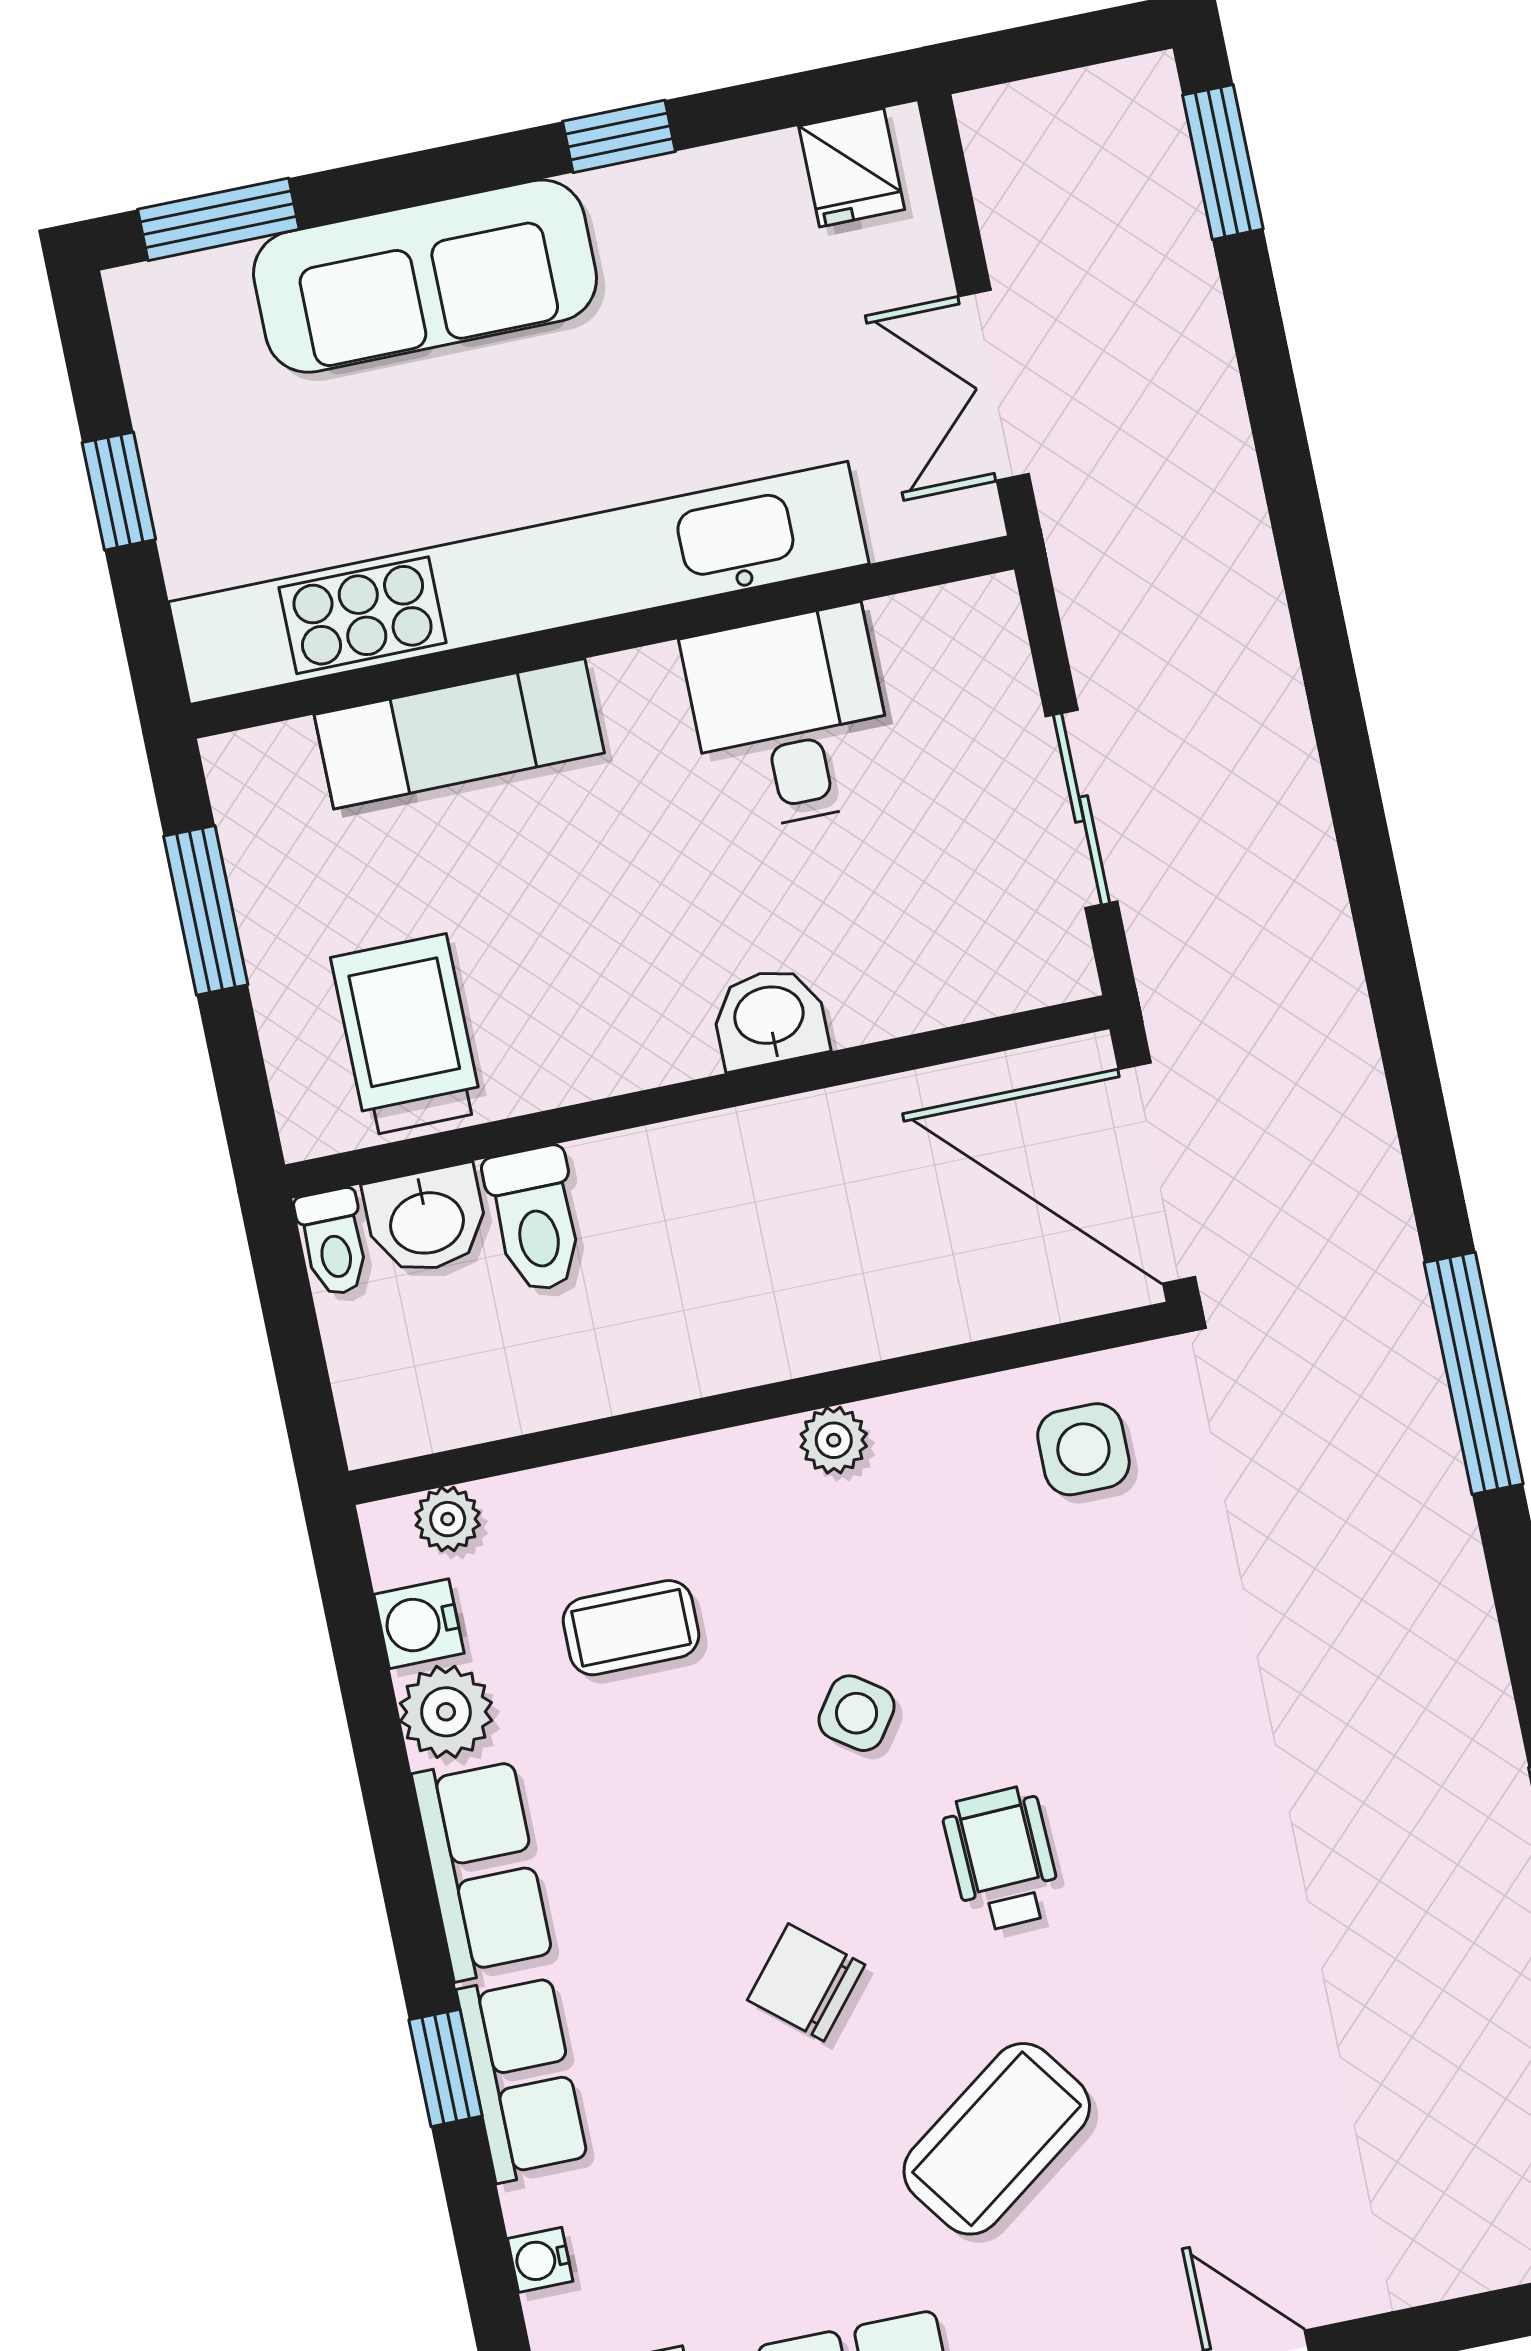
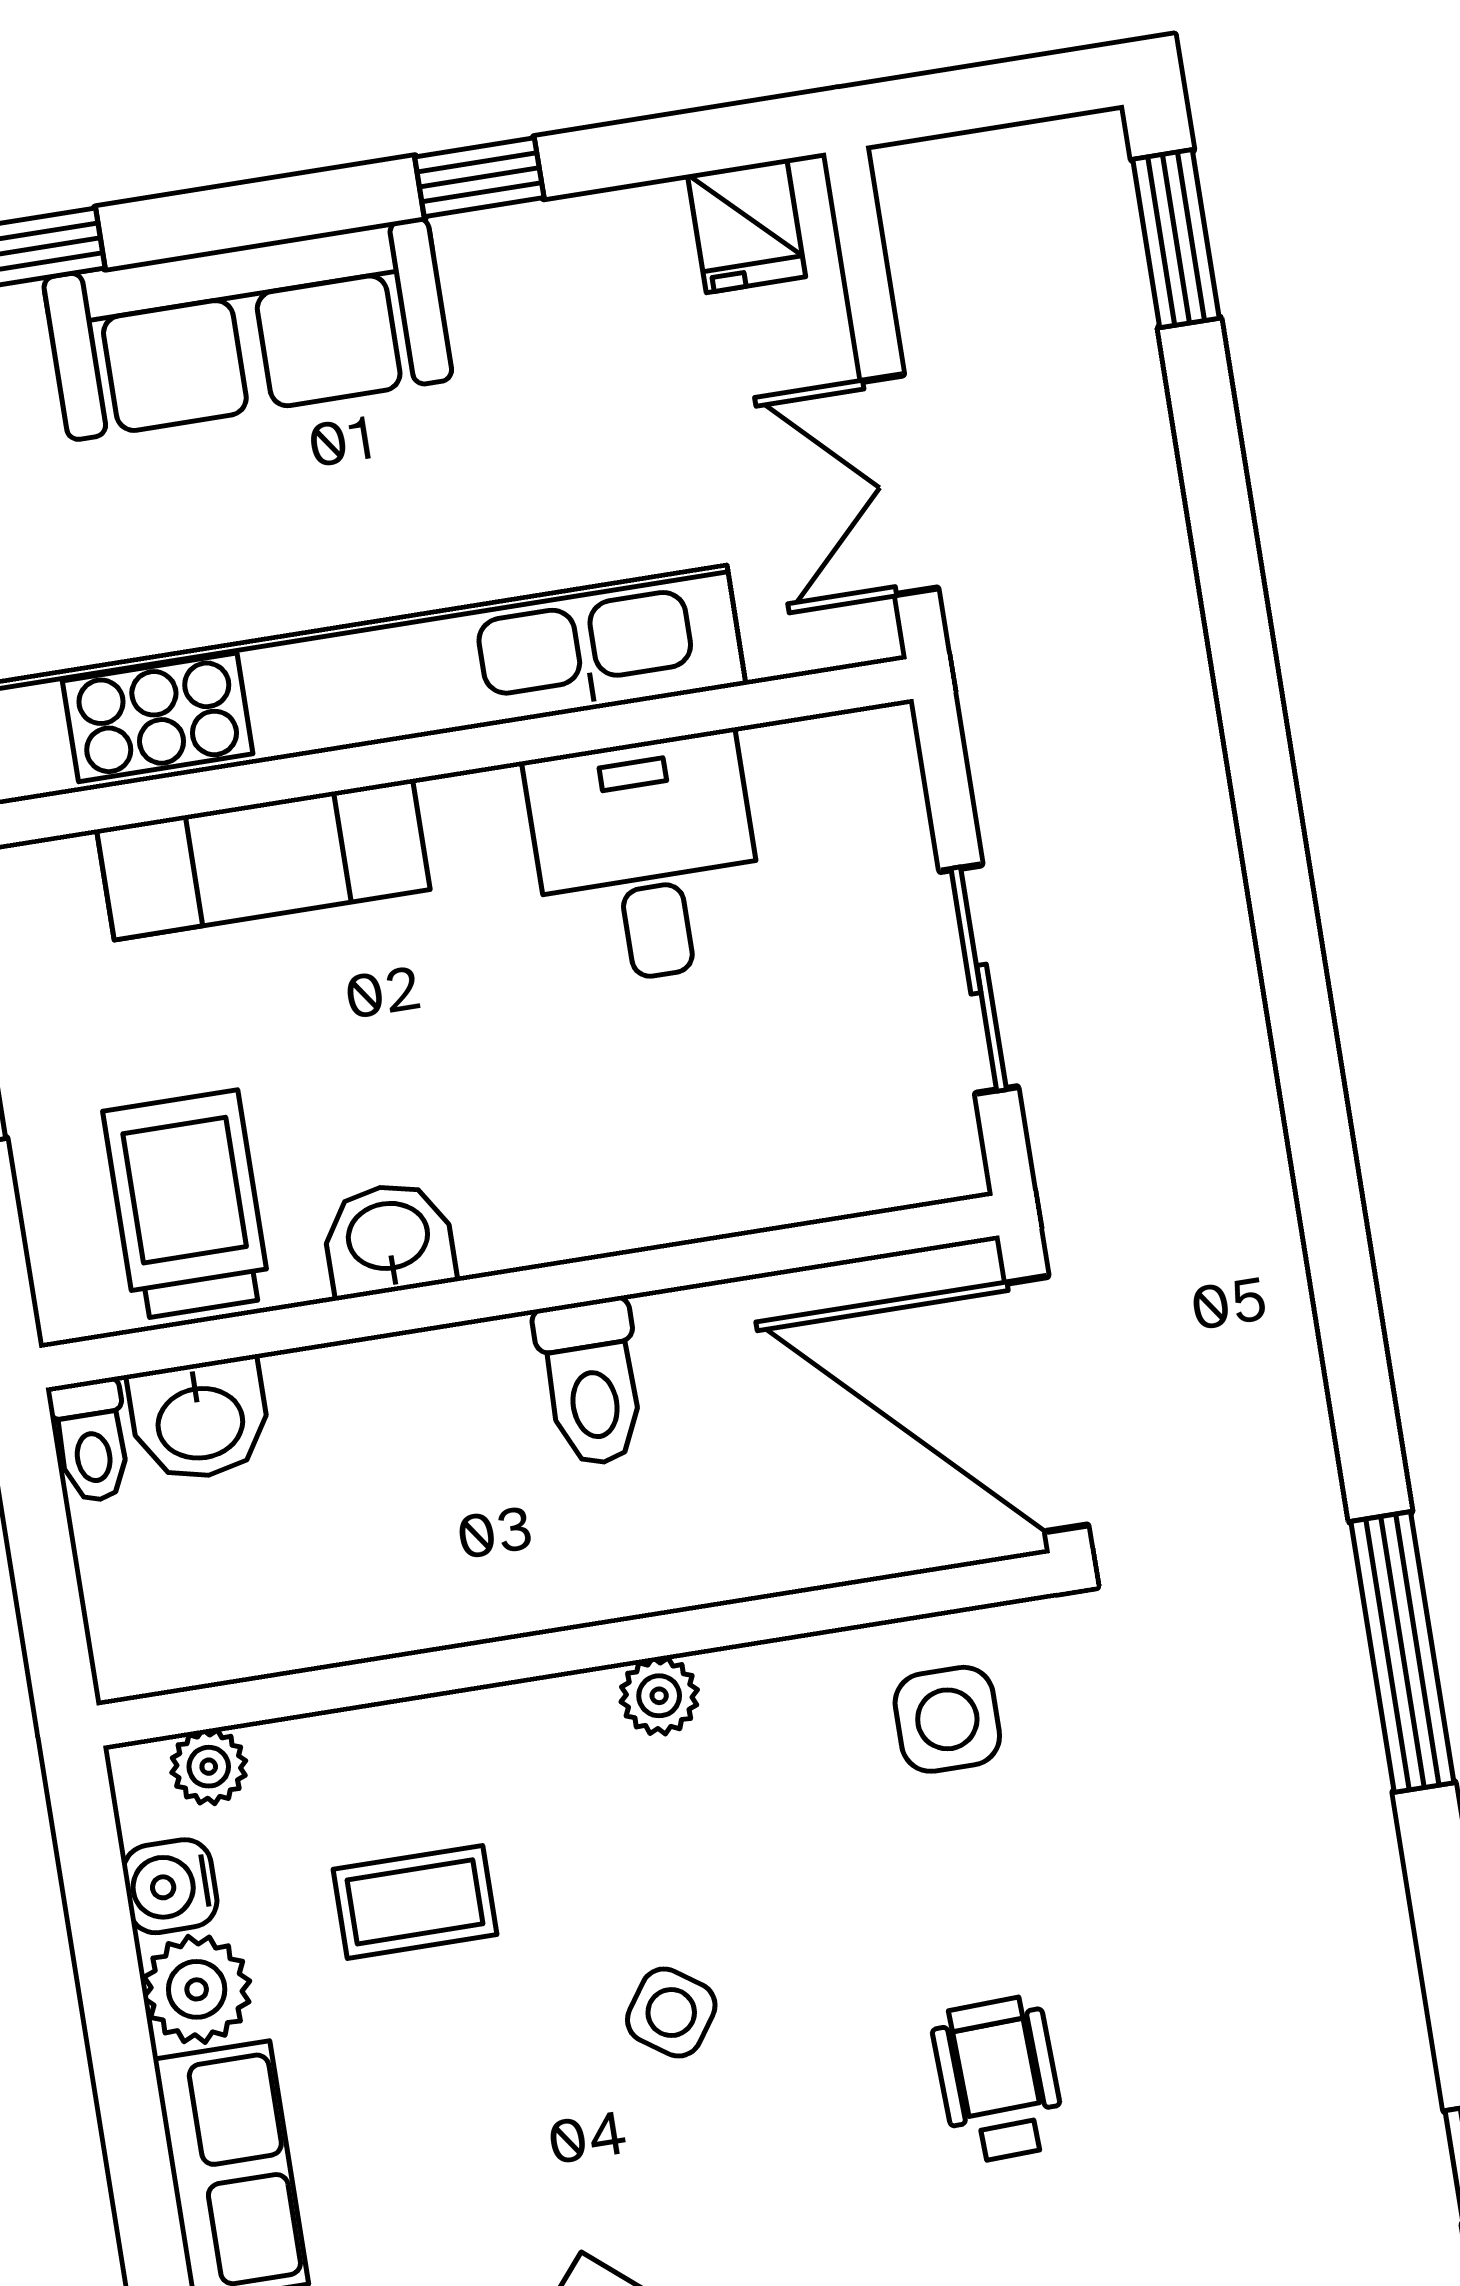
washbasin: (769, 1018) -> (388, 1239), moved
toilet: (535, 1219) -> (591, 1382), moved
wheelchair: (1002, 1859) -> (998, 2079), moved

